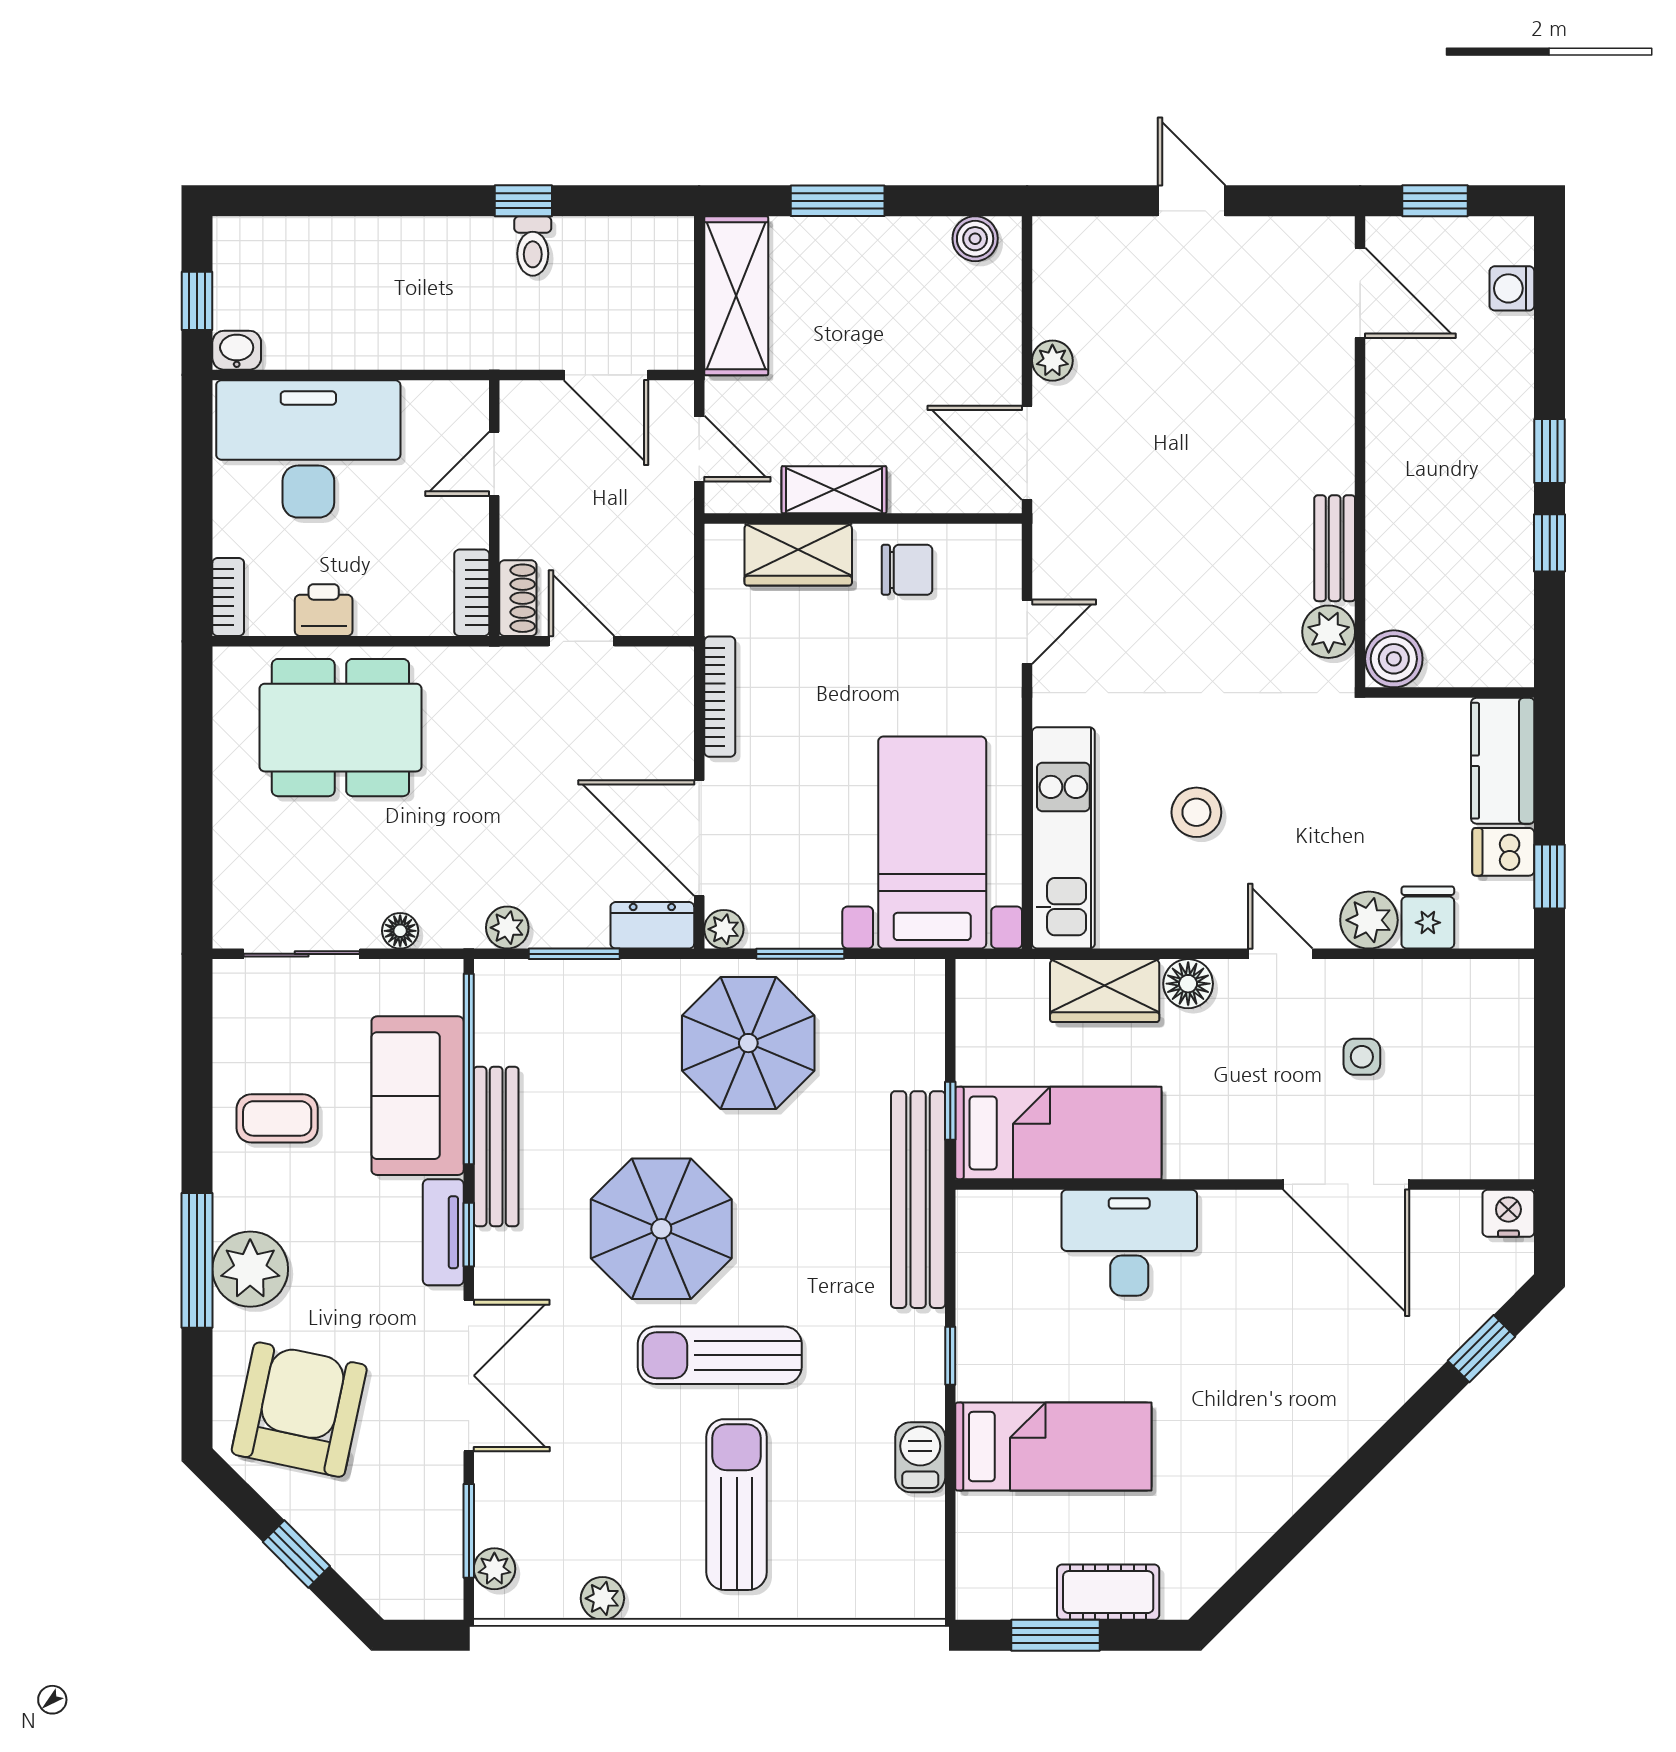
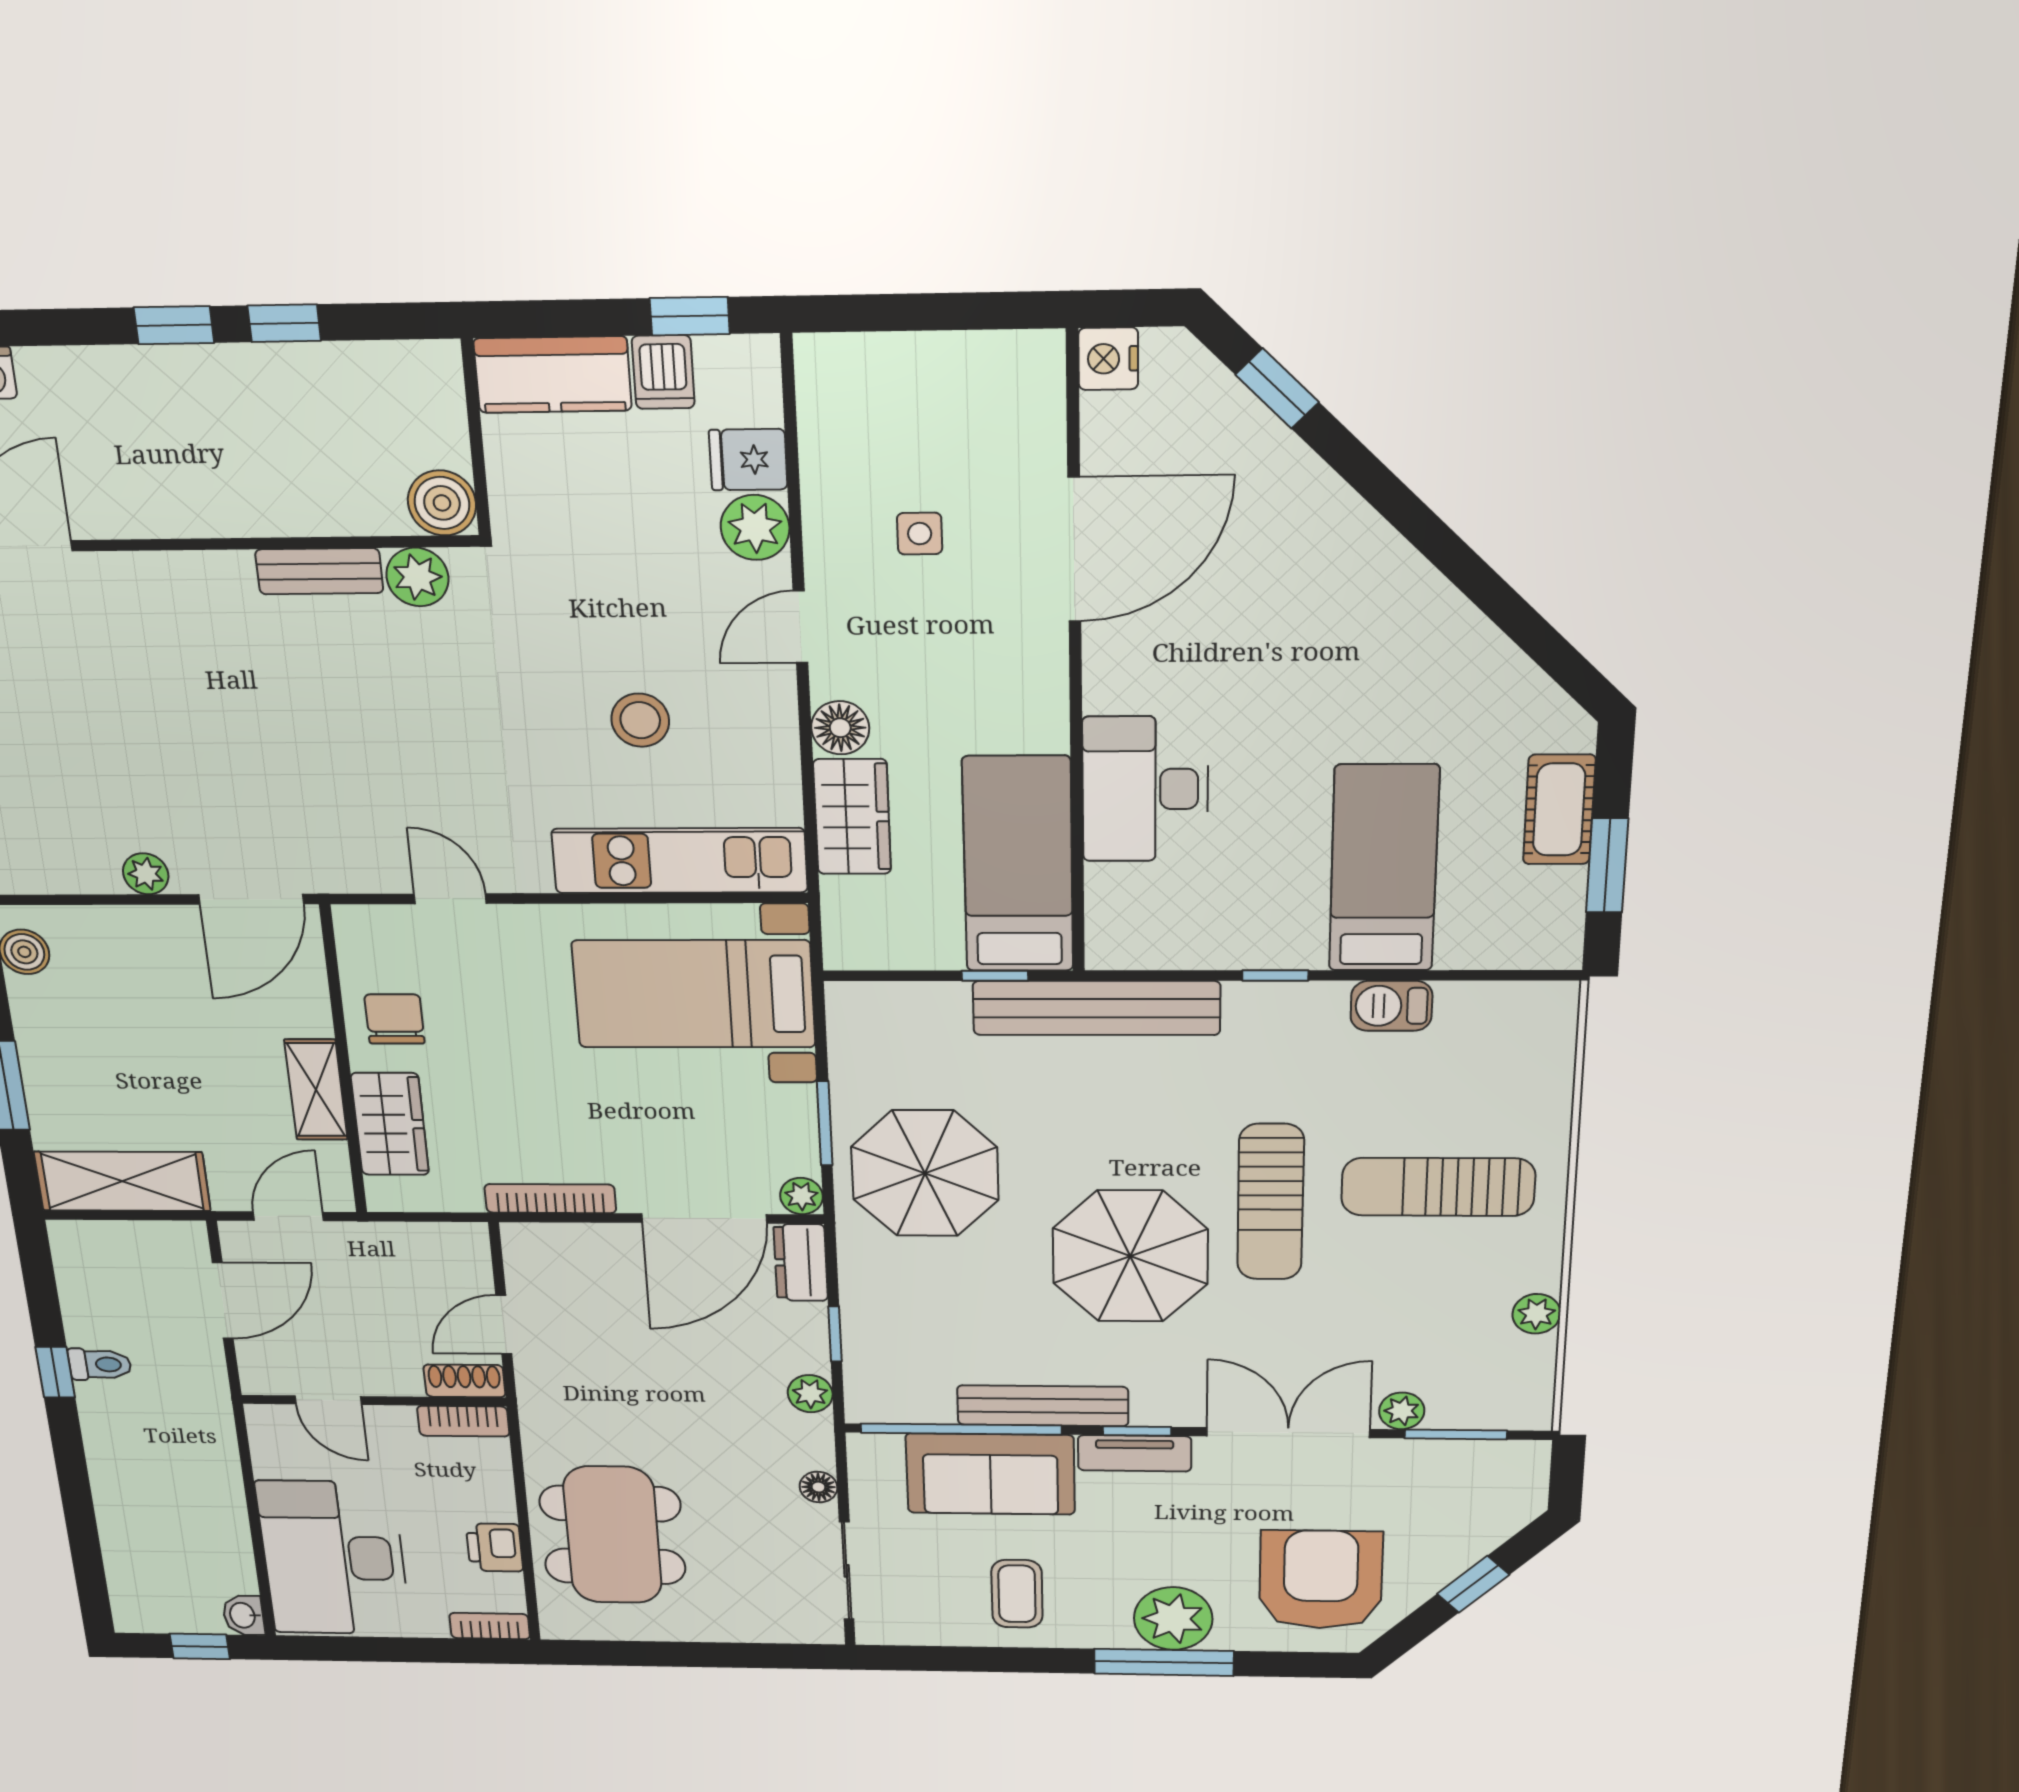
window: (574, 954) -> (835, 1334), width x0.67
armchair: (299, 1410) -> (1321, 1580), turned 78
plant: (494, 1569) -> (1402, 1411), moved

